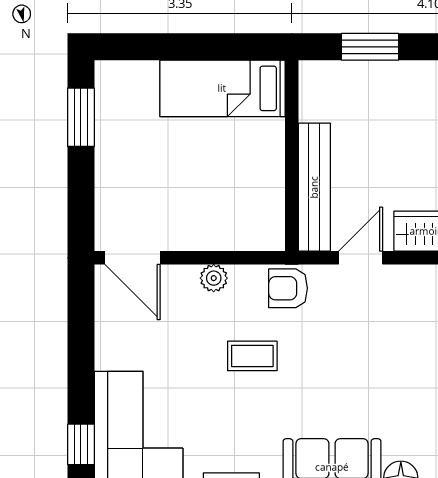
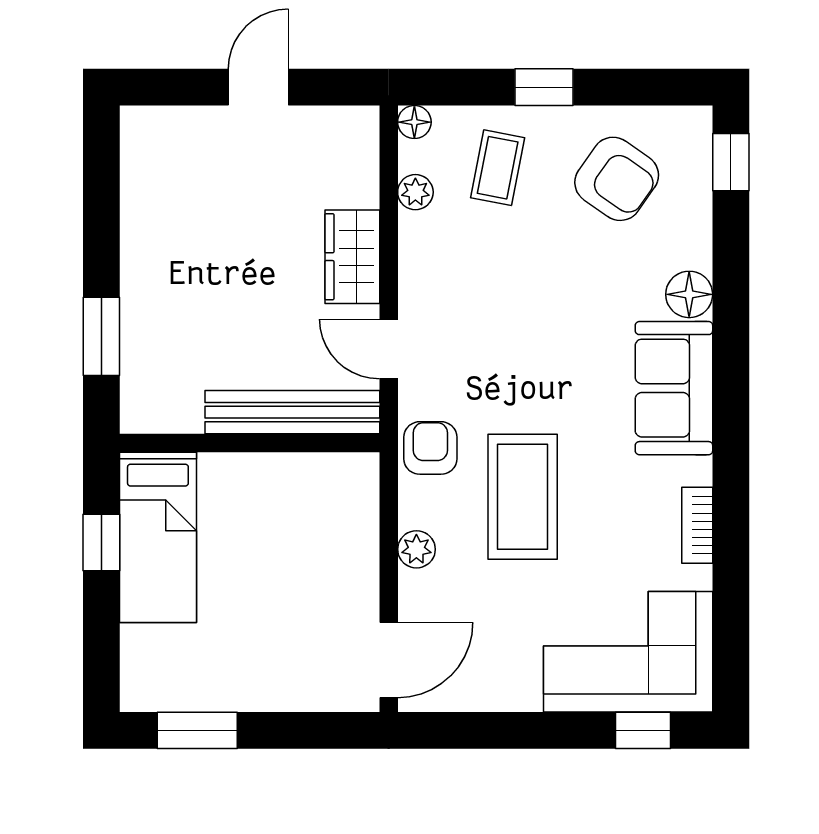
window: (219, 47) -> (101, 543), added
armchair: (288, 288) -> (430, 448), turned 180
coffee table: (252, 356) -> (523, 497), width x1.86, depth x1.72

